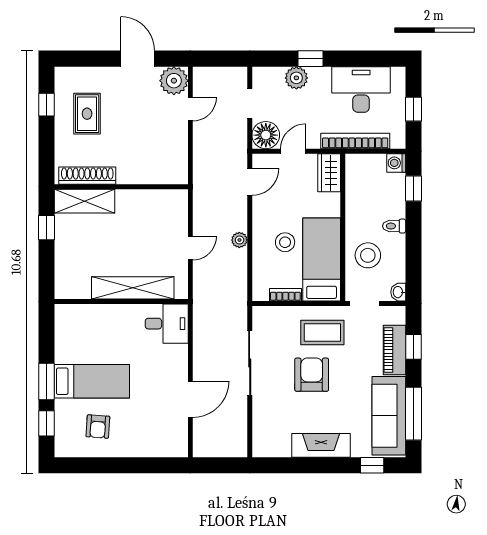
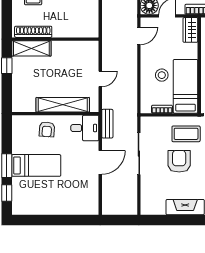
plant: (239, 240) -> (132, 74), removed
bench: (201, 317) -> (107, 124), added
door: (190, 399) -> (100, 162), moved
armchair: (98, 427) -> (47, 129), moved

